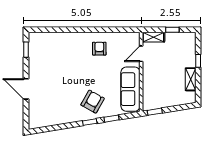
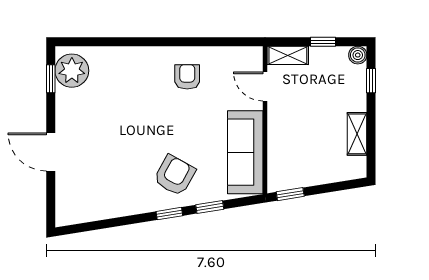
boiler: (191, 37) -> (358, 55), added
plant: (37, 45) -> (72, 71), added
door: (141, 54) -> (265, 86), hinge flipped
window: (198, 61) -> (371, 81), moved

